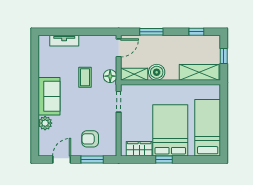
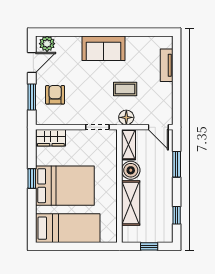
shelving: (199, 72) -> (131, 203), moved
plant: (45, 123) -> (47, 44), moved
wardrobe: (139, 149) -> (51, 138), moved, turned 90
door: (62, 159) -> (32, 63), hinge flipped

